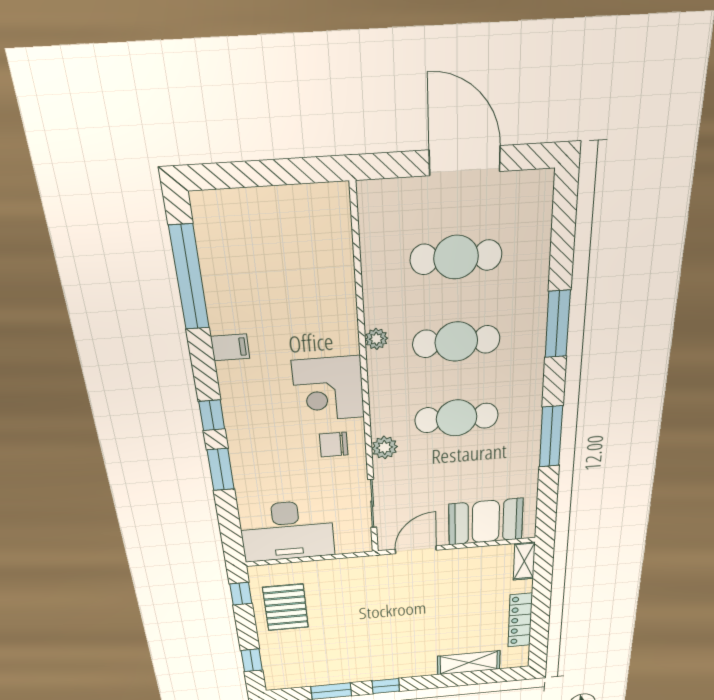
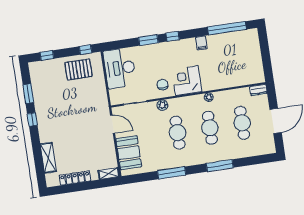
dresser: (370, 204) -> (258, 90), added

